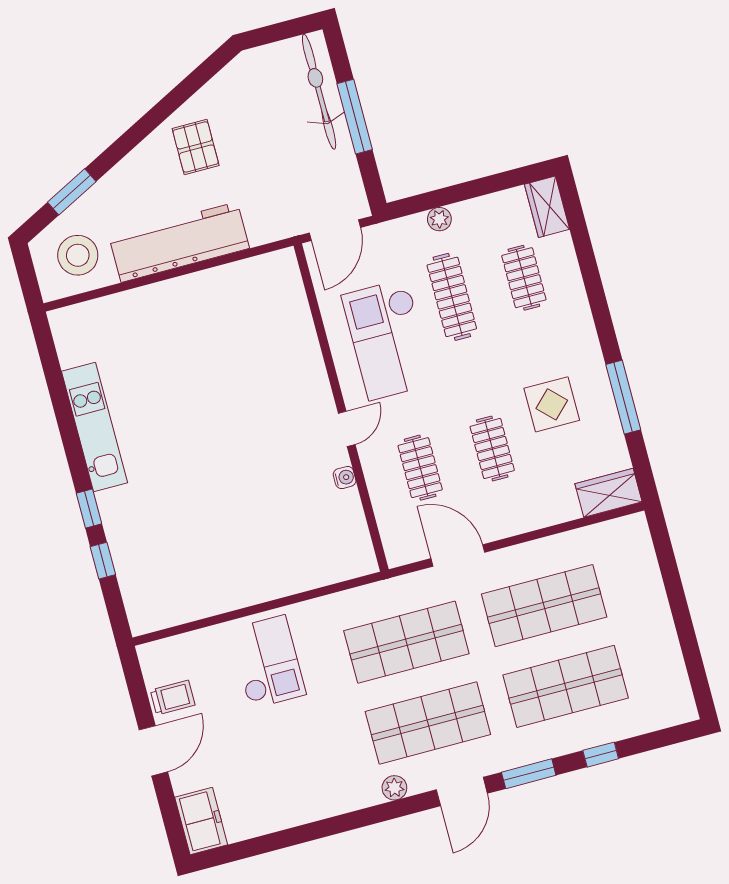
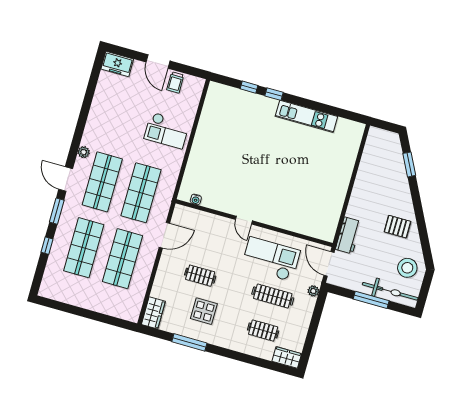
plant: (439, 219) -> (313, 291), moved
workbench: (179, 242) -> (348, 235), moved, width x0.53, depth x0.76
stool: (78, 255) -> (407, 268), moved
clothes rail: (420, 468) -> (210, 241), removed
water cooler: (345, 478) -> (196, 199), moved

